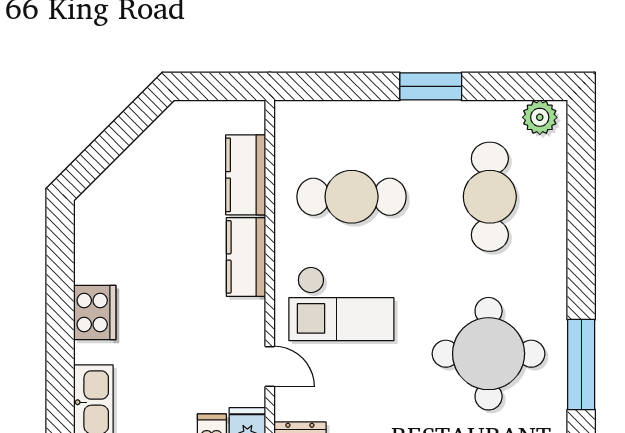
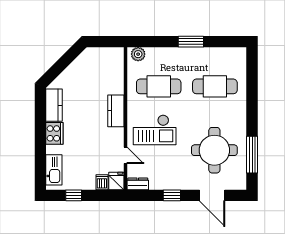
plant: (540, 117) -> (138, 54), moved
kitchen counter: (246, 175) -> (54, 105), moved, turned 180
cafe table: (490, 197) -> (215, 86), turned 90

